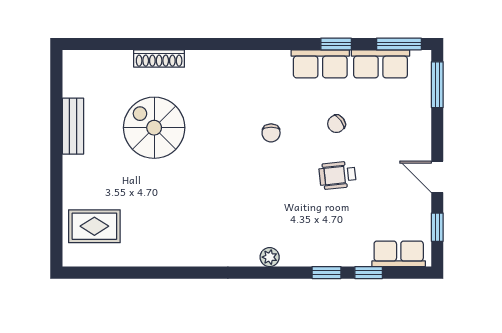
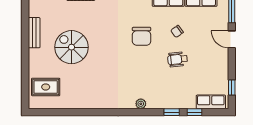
spiral stairs: (154, 128) -> (71, 47), moved
chair: (271, 133) -> (142, 36), width x1.87, depth x1.87
door: (437, 177) -> (232, 39), moved

